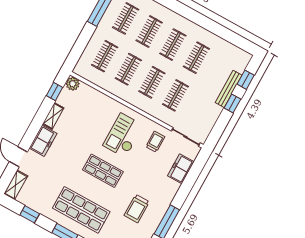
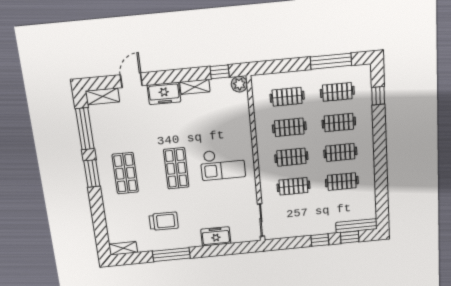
bench: (229, 89) -> (356, 226), moved
checkout: (123, 135) -> (223, 164), turned 180
trolley: (155, 142) -> (237, 197), removed
freezer: (181, 169) -> (216, 236), moved
trolley: (137, 209) -> (164, 221), turned 180
shop shelf: (81, 210) -> (125, 173), width x0.70, depth x0.74
window: (30, 214) -> (85, 129), width x2.17

